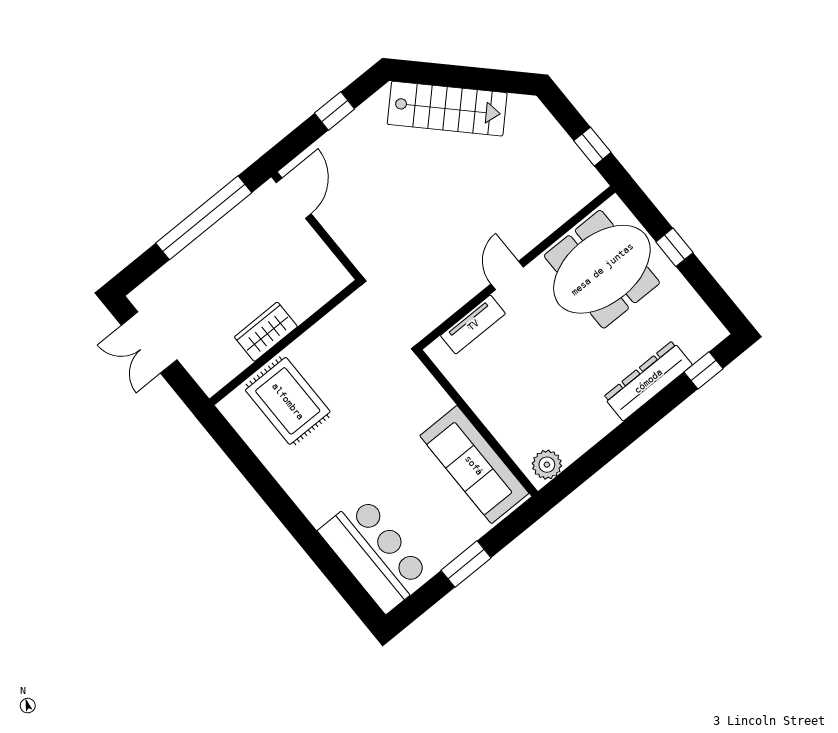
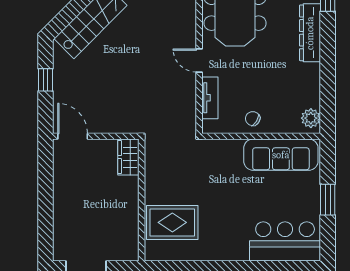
window: (204, 218) -> (46, 190), removed
wardrobe: (266, 332) -> (128, 157), moved
chair: (490, 396) -> (253, 119), added

